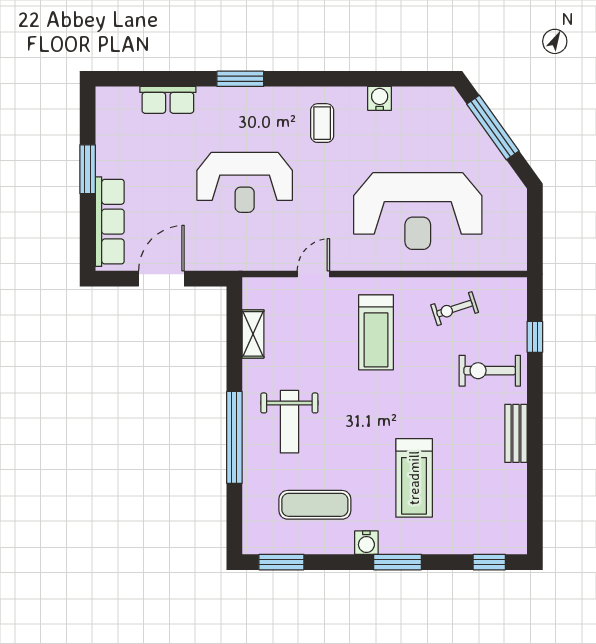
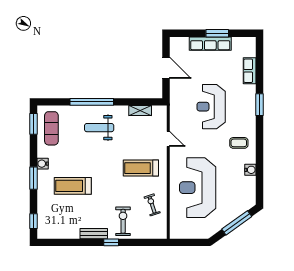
row of seats: (110, 222) -> (210, 44), moved
window: (535, 337) -> (111, 242), moved
exercise mat: (315, 505) -> (51, 128), moved

